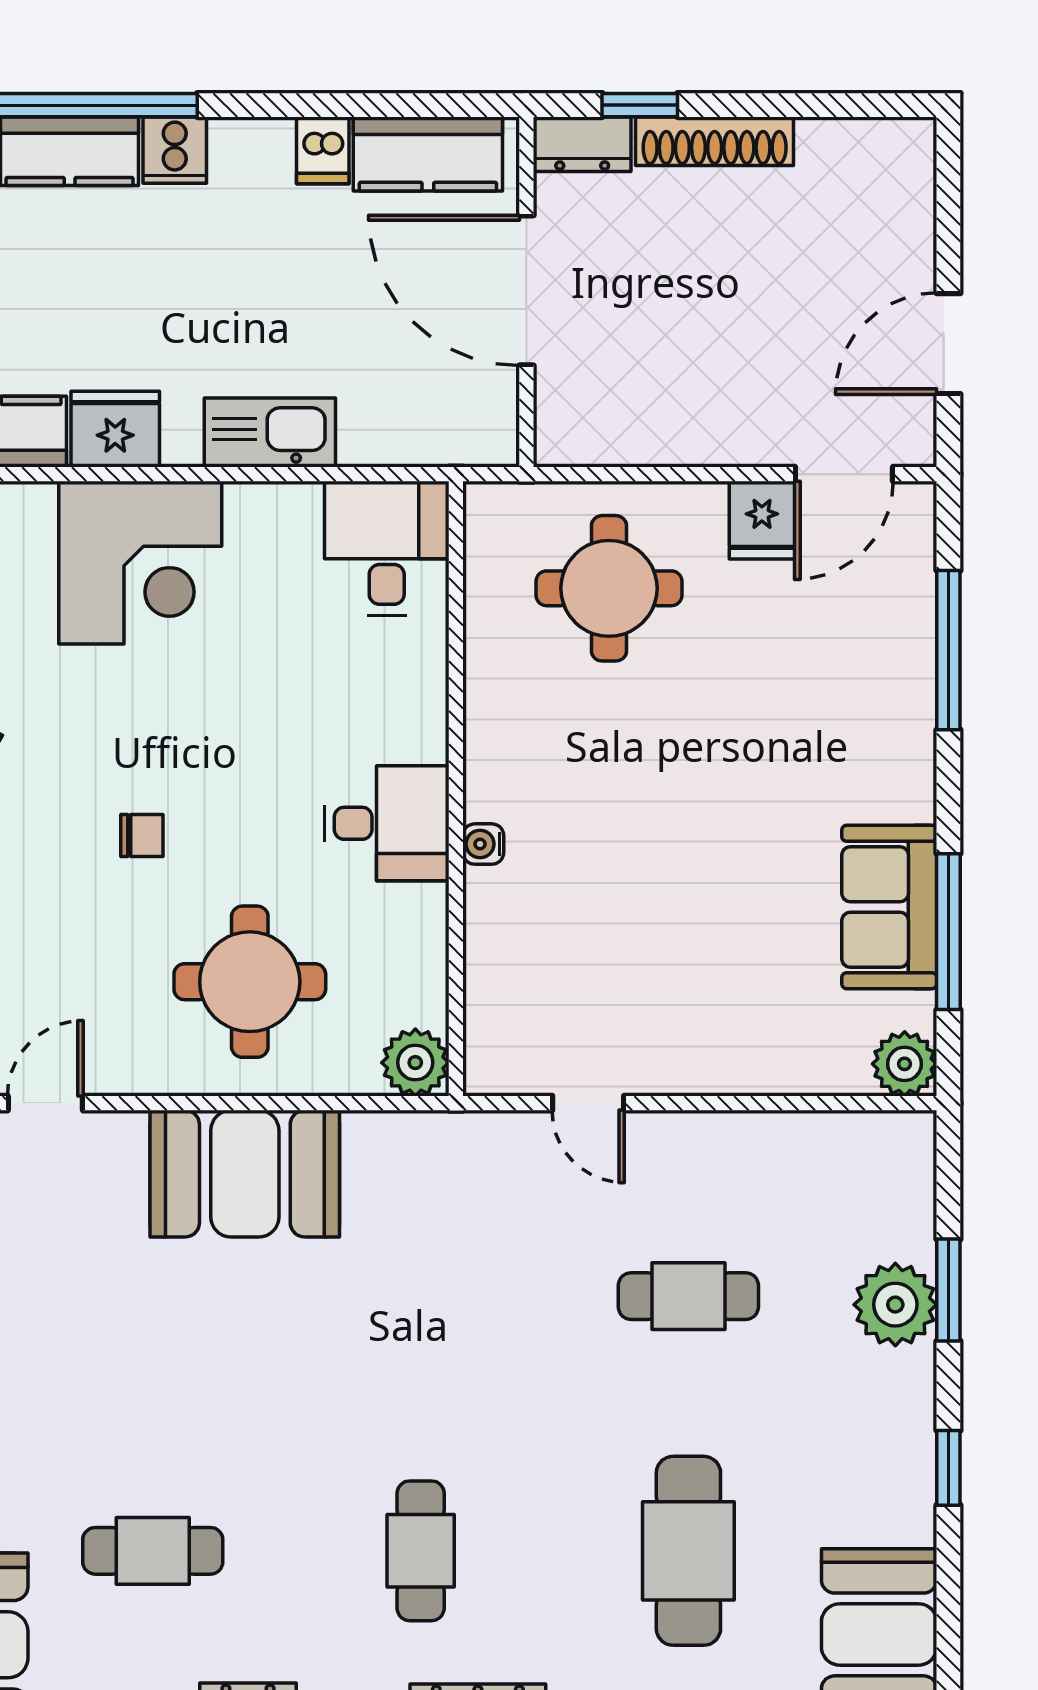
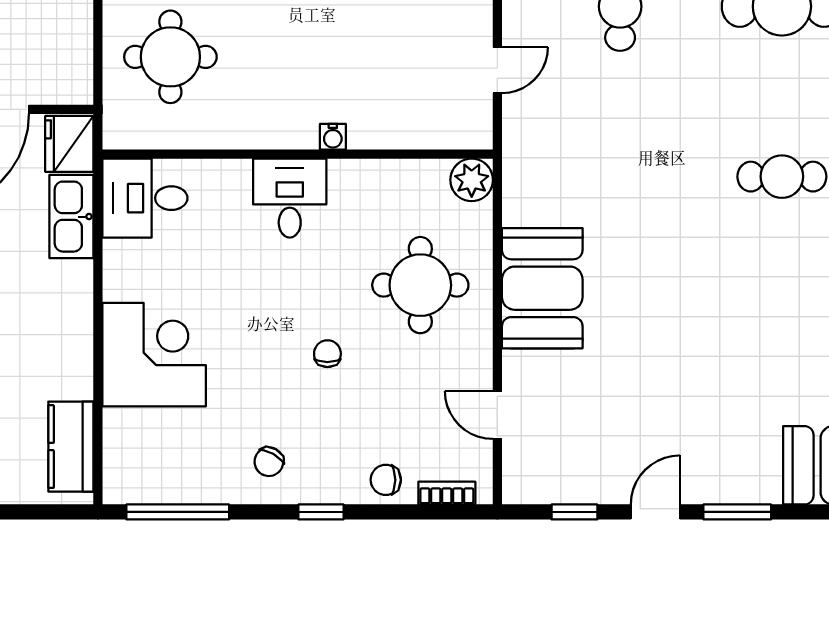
fridge: (115, 429) -> (69, 144), moved
kitchen sink: (270, 433) -> (71, 217), moved
desk: (387, 823) -> (290, 198), moved
cafe table: (153, 1551) -> (782, 347), removed

